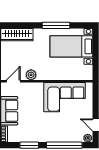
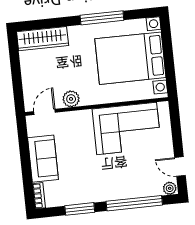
bed with nightstands: (71, 46) -> (130, 58), width x1.36

